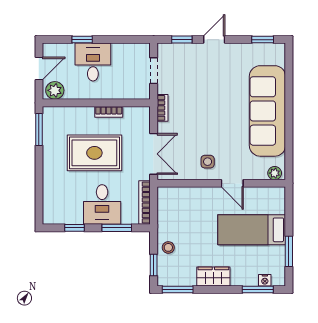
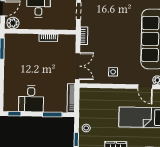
rug: (94, 153) -> (38, 65), removed
door: (232, 183) -> (145, 87), moved
desk: (102, 204) -> (31, 99), moved
window: (75, 228) -> (14, 114), moved

